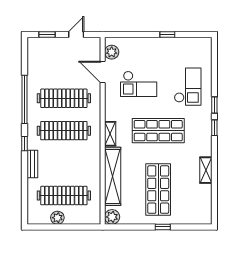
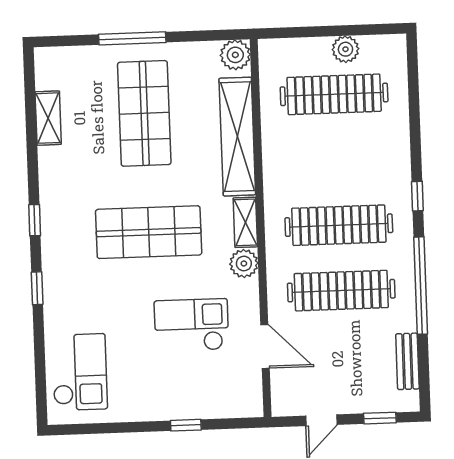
window: (167, 34) -> (186, 425), moved
plant: (112, 52) -> (244, 264), moved
checkout: (188, 87) -> (80, 372), moved, turned 180
window: (214, 128) -> (35, 220), moved
bench: (32, 164) -> (407, 361), moved
shelving: (206, 170) -> (48, 118), moved
window: (163, 227) -> (132, 38), width x2.17

